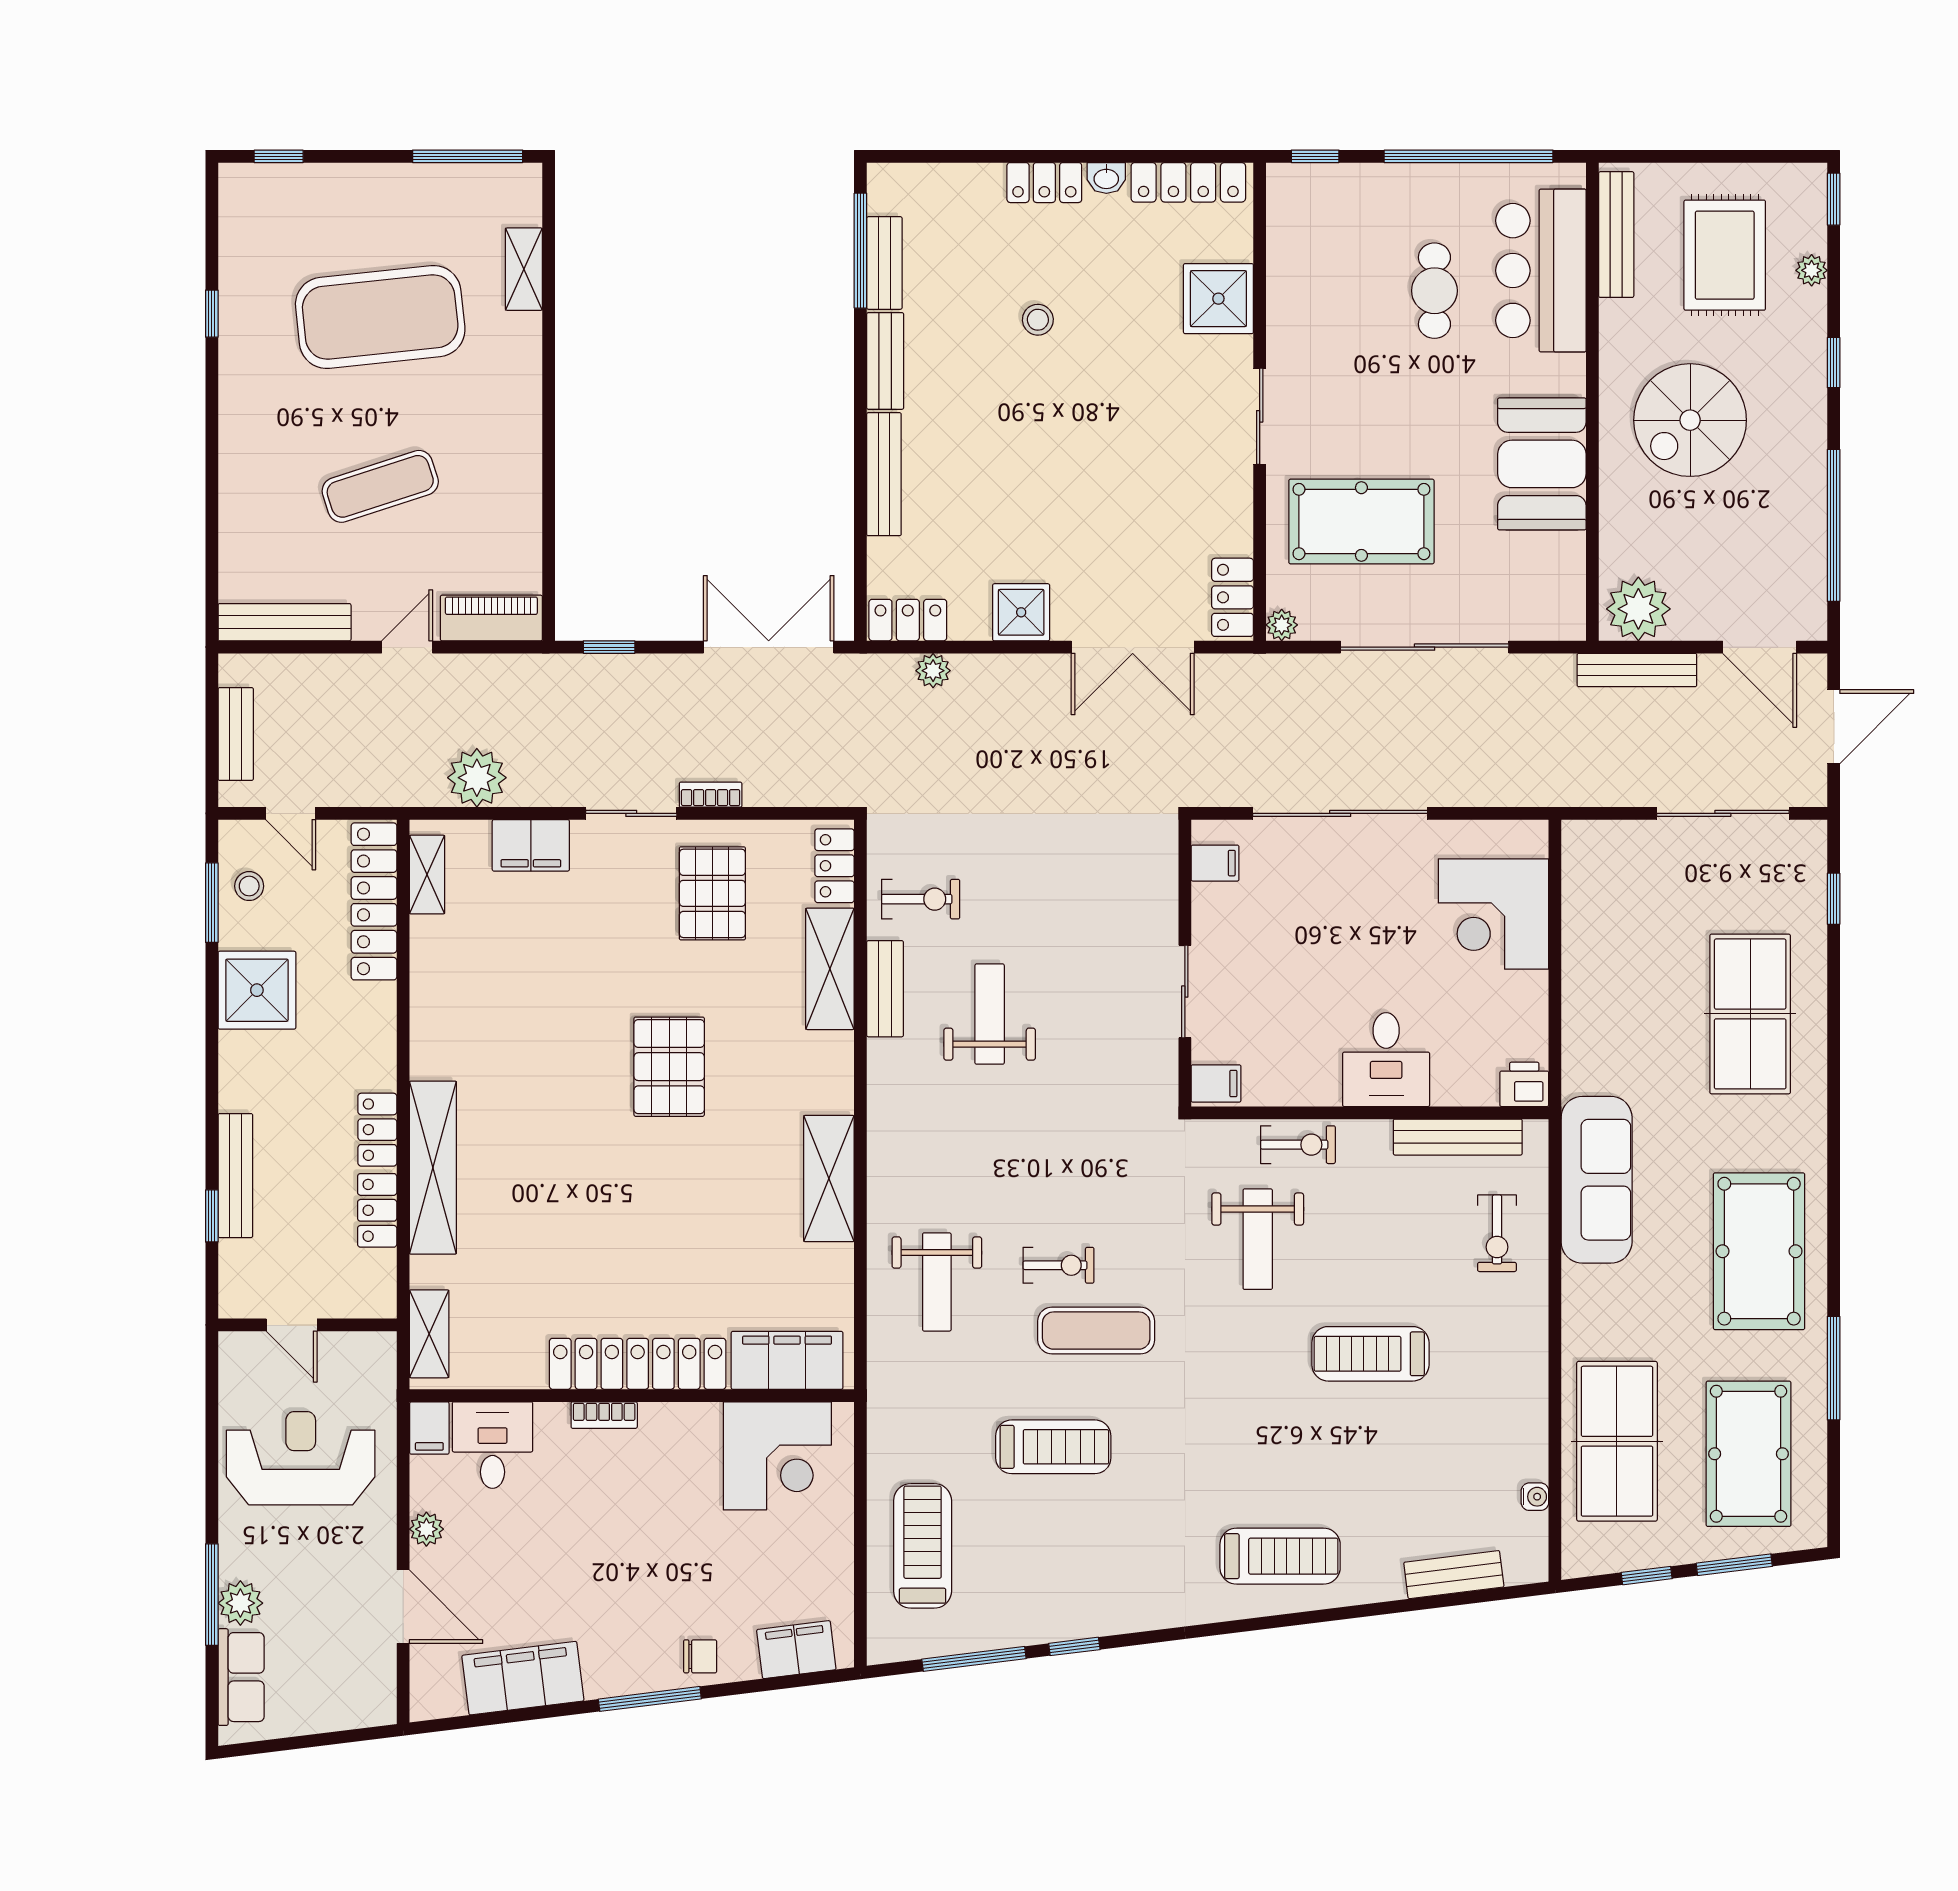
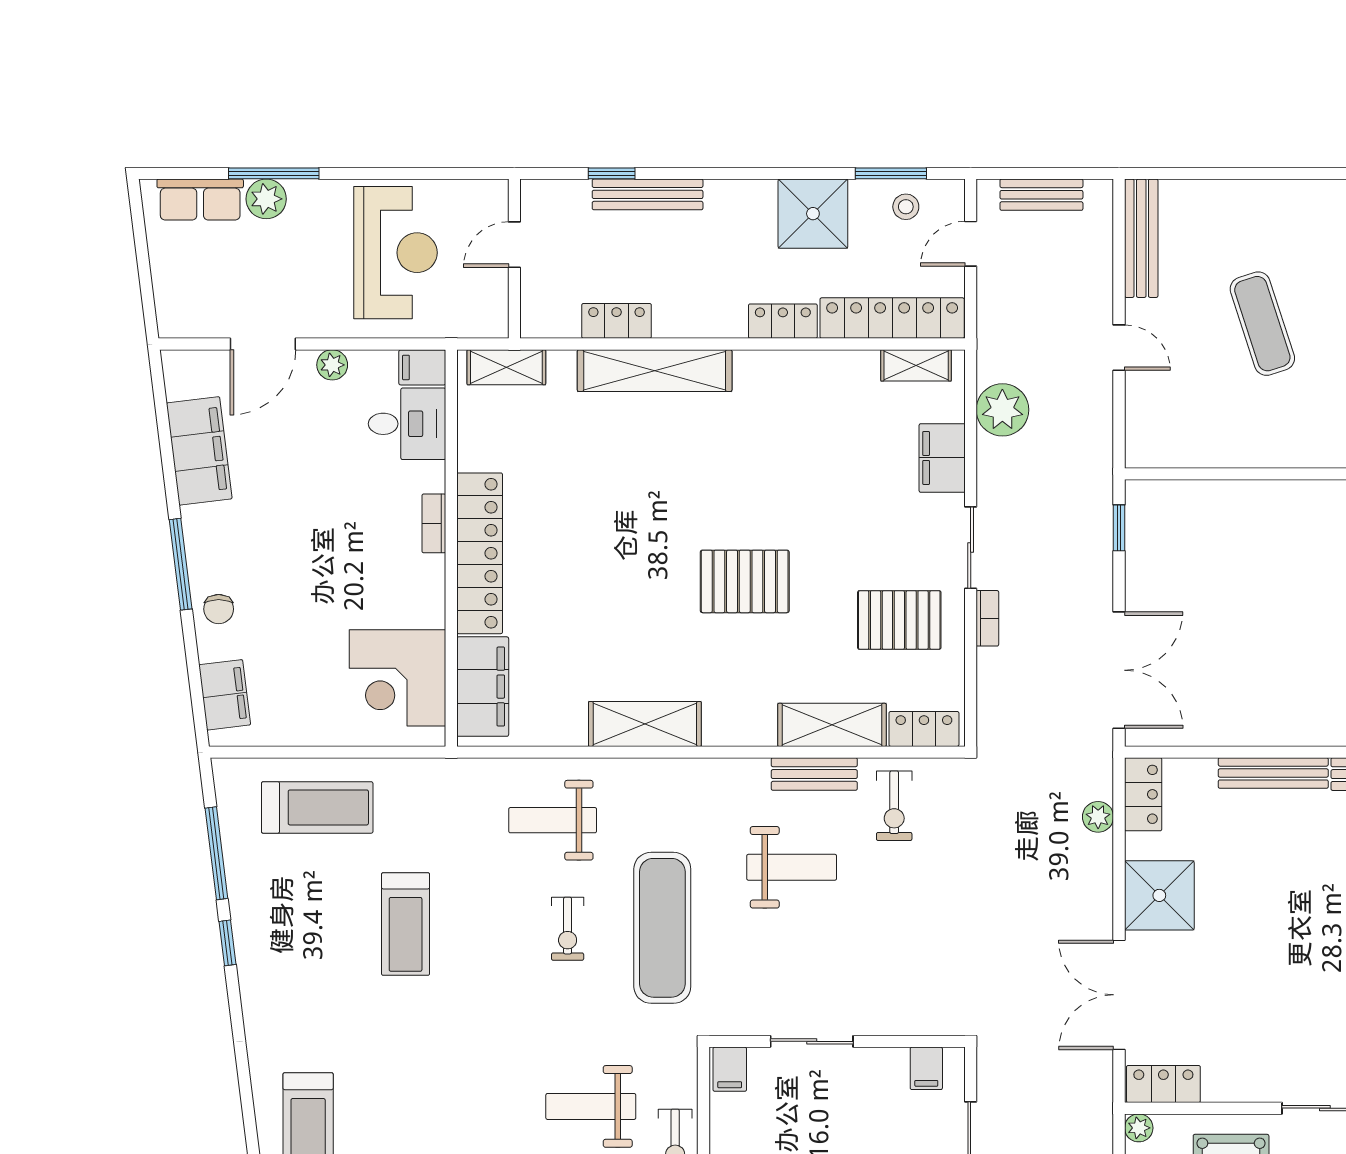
shower: (1021, 612) -> (1159, 895), width x1.36, depth x1.36
piano: (491, 618) -> (1145, 423), removed
locker: (377, 1130) -> (783, 321), moved
exercise mat: (1096, 1331) -> (662, 928), moved, width x1.36, depth x1.45

